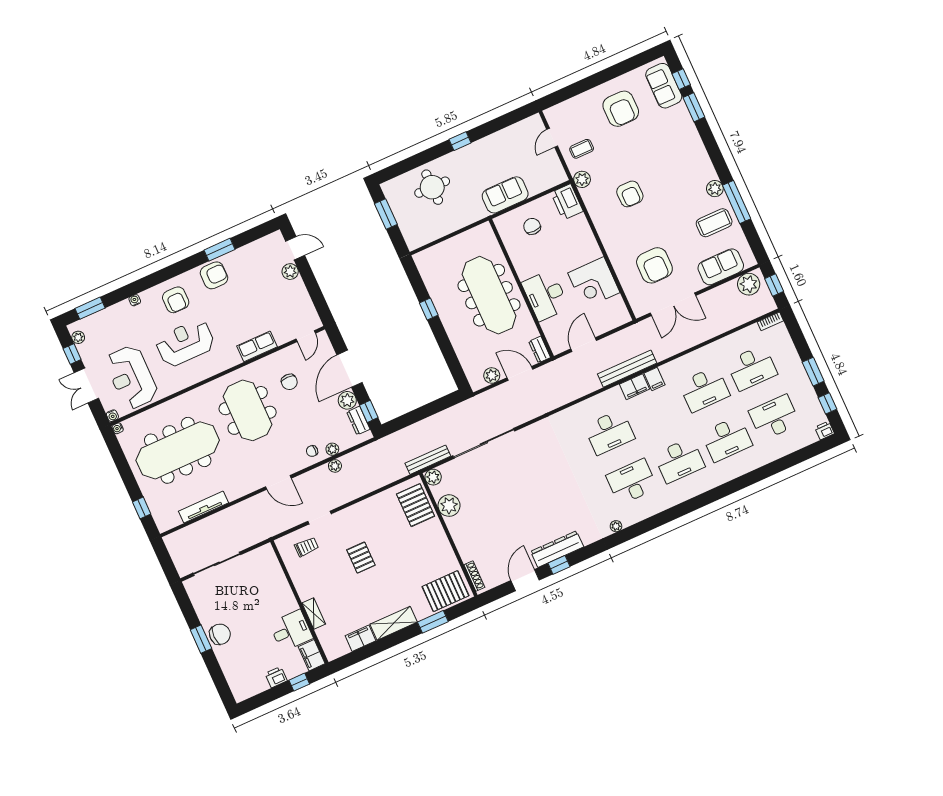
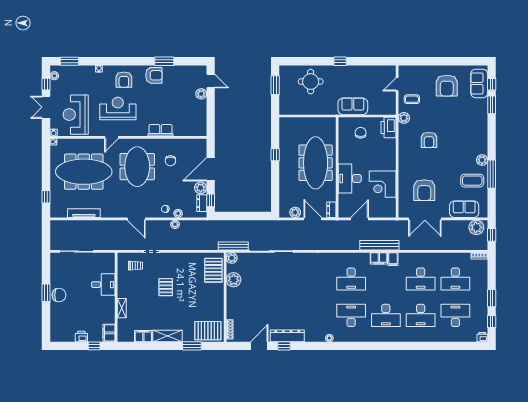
door: (306, 336) -> (111, 137), moved
desk: (291, 631) -> (103, 285), moved

